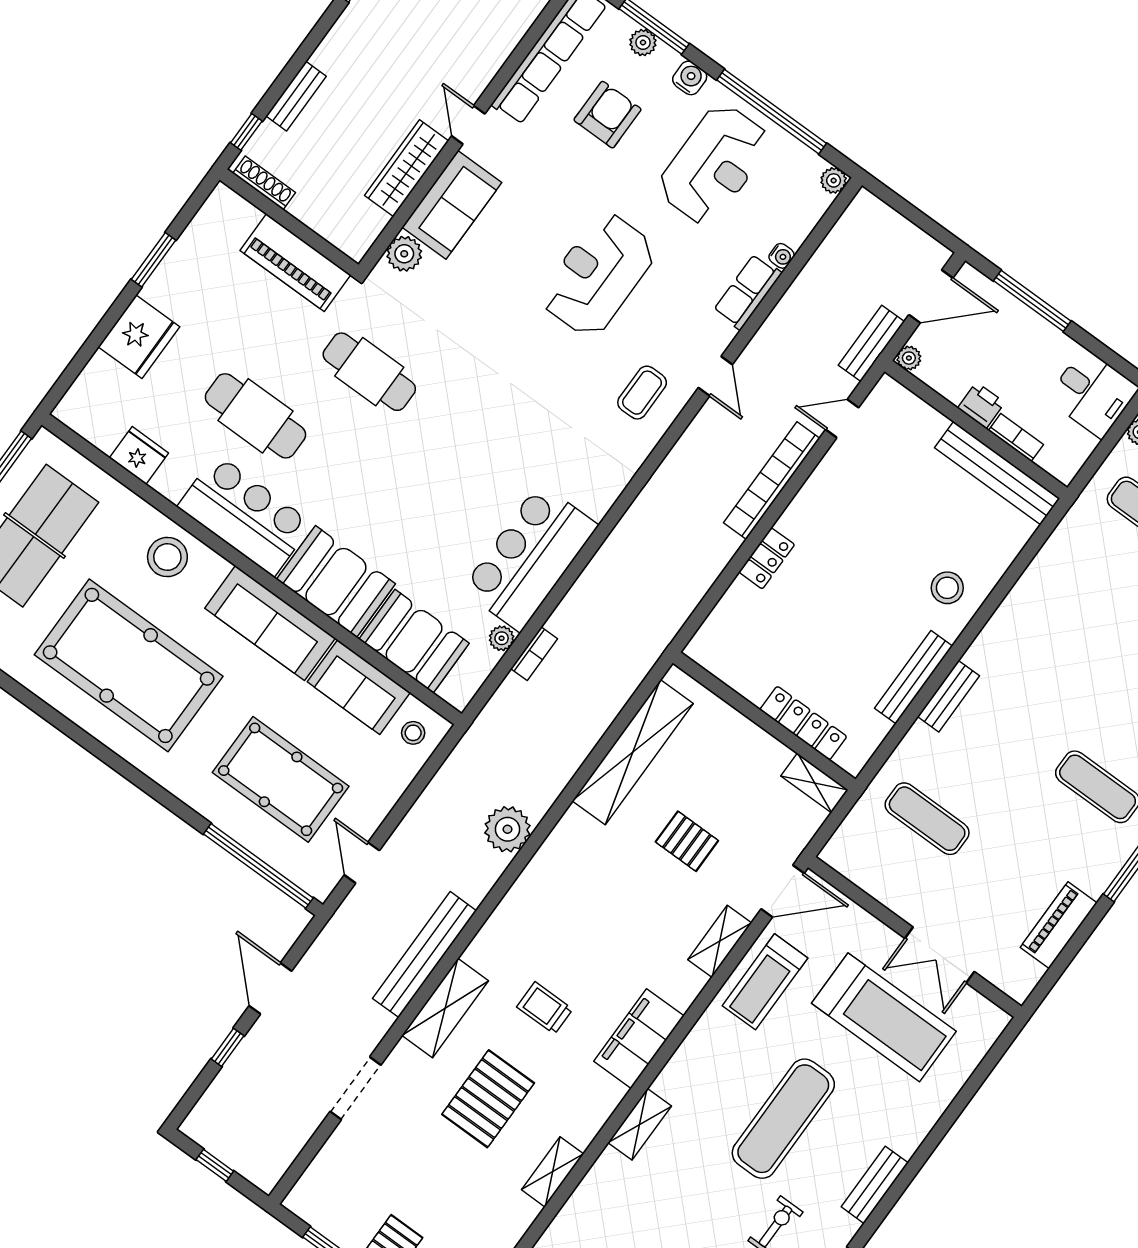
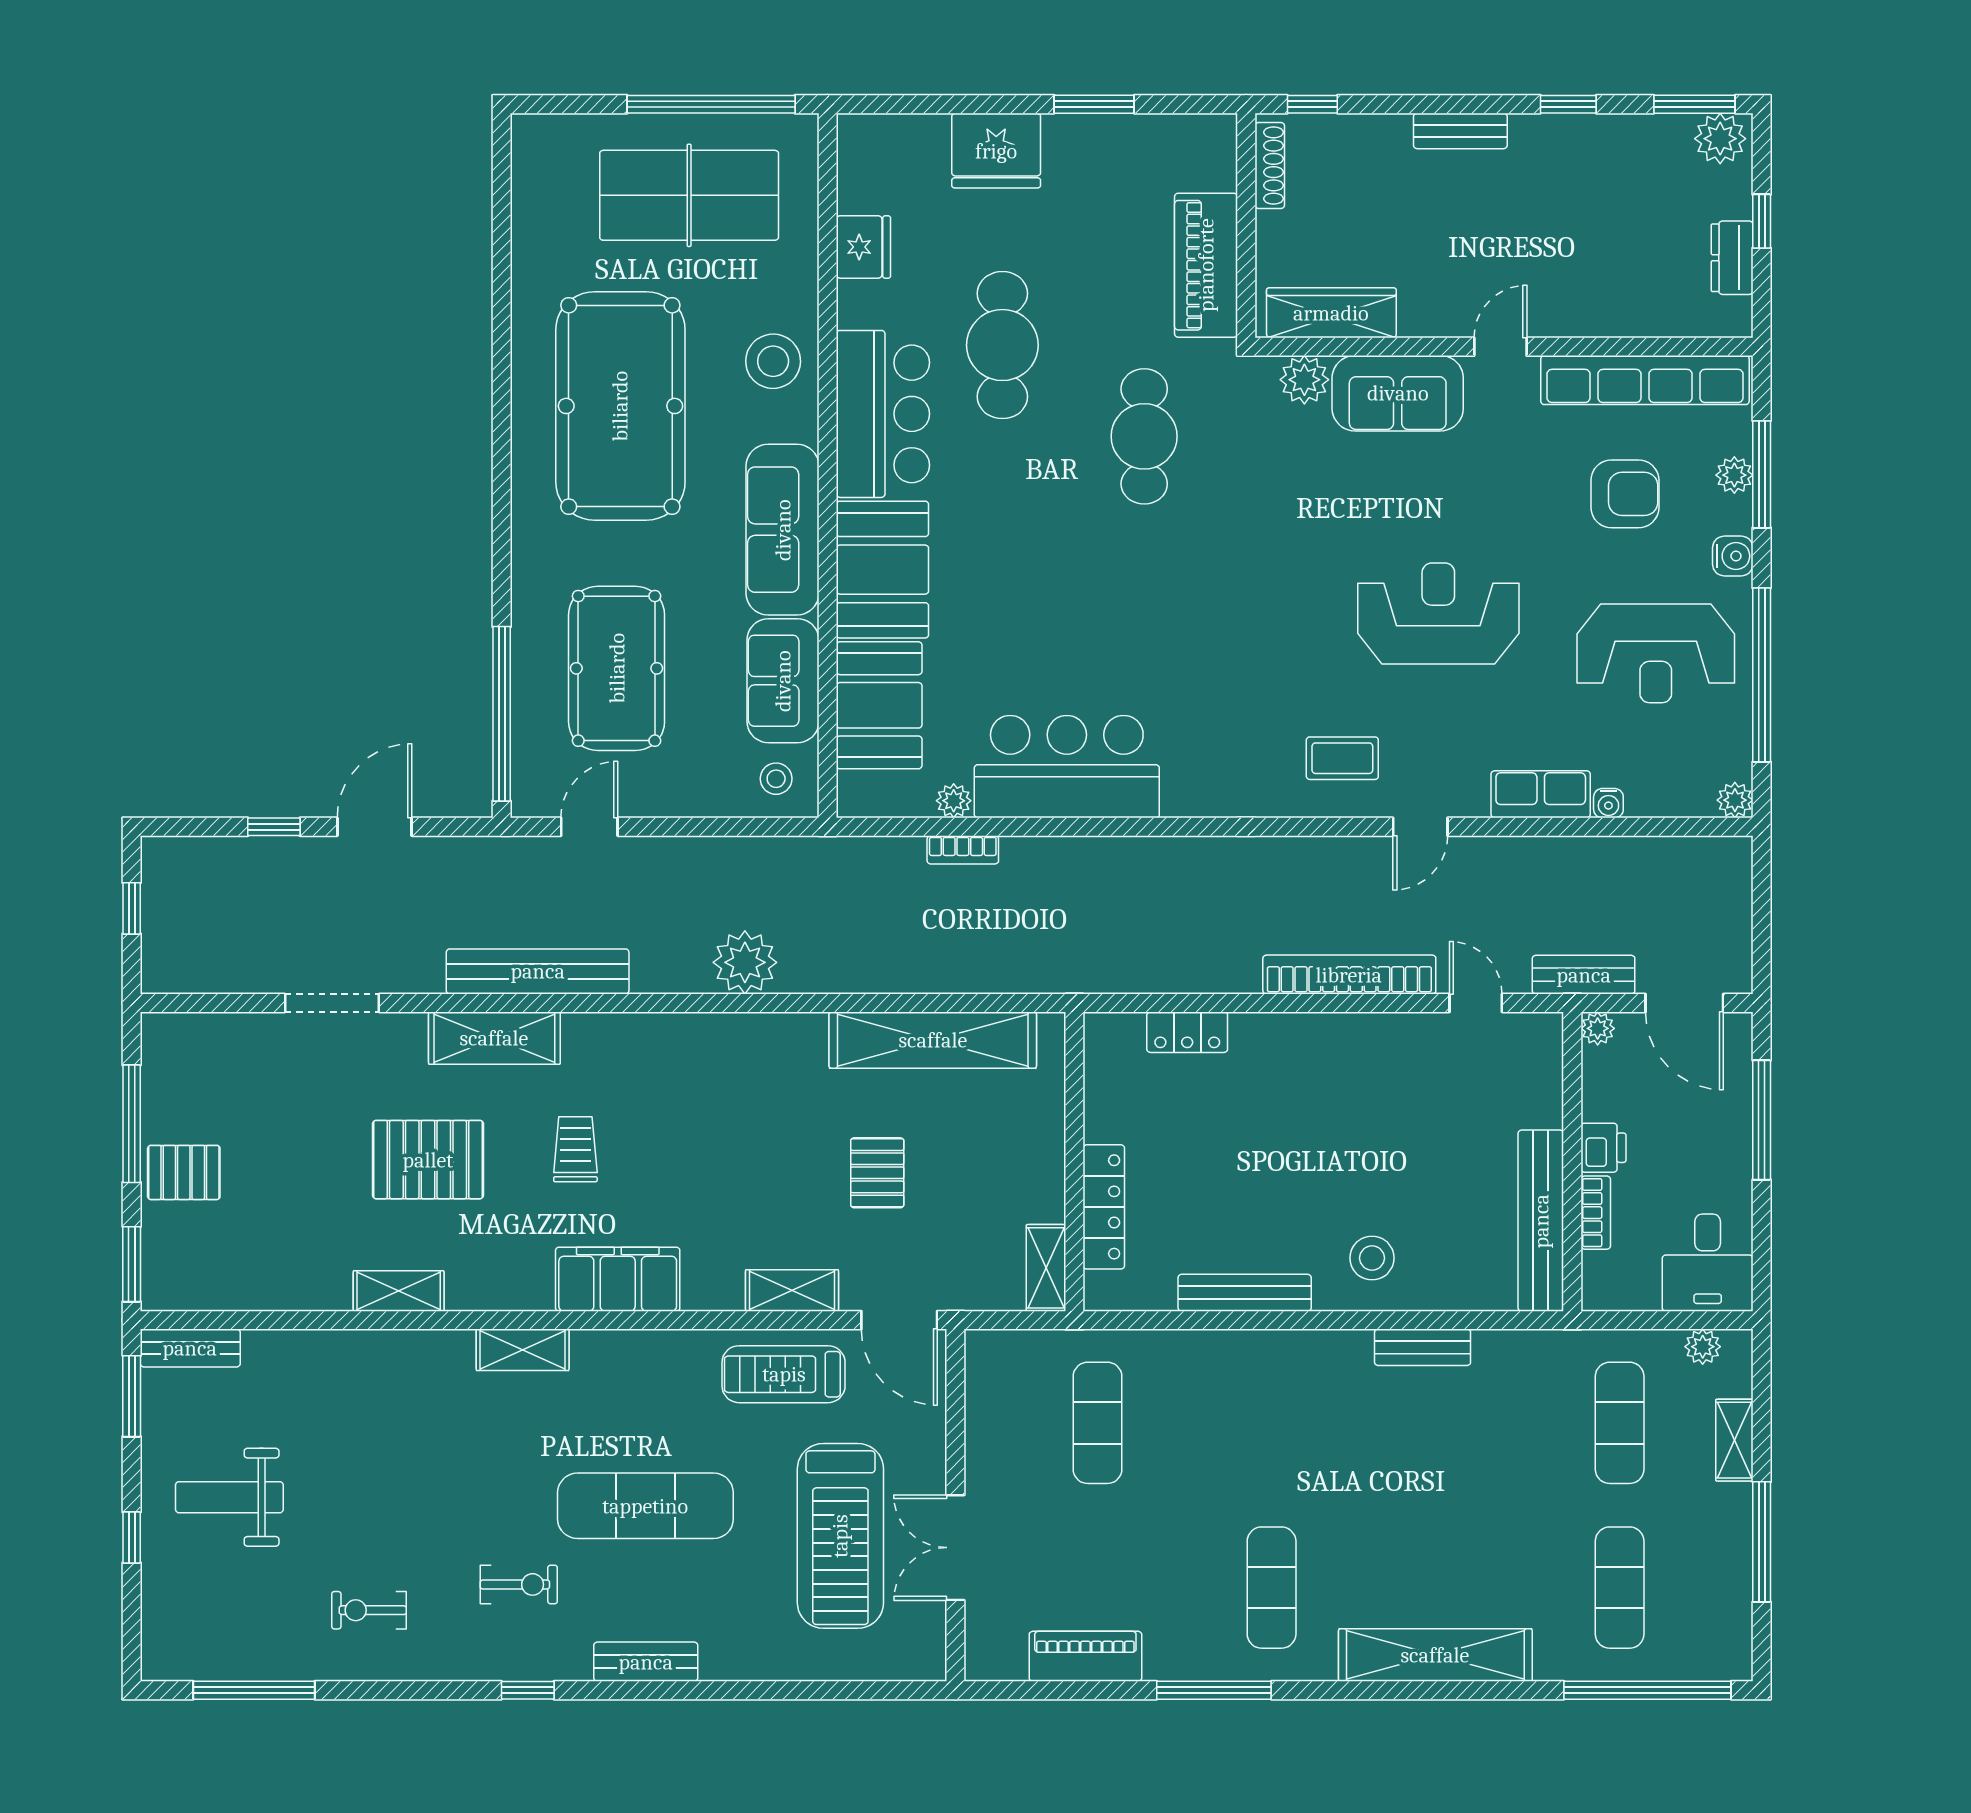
bench: (296, 96) -> (1460, 131), moved
wardrobe: (406, 168) -> (1331, 313), moved
locker: (767, 558) -> (1187, 1032), moved
bench: (948, 696) -> (1423, 1347), moved

